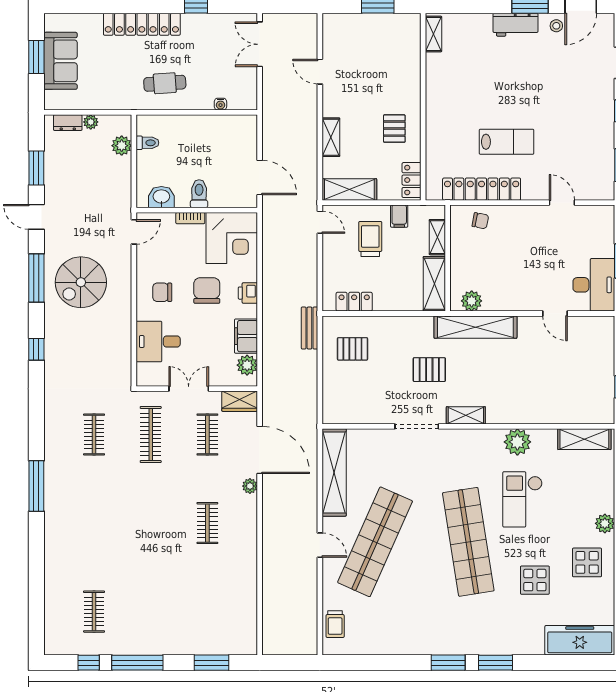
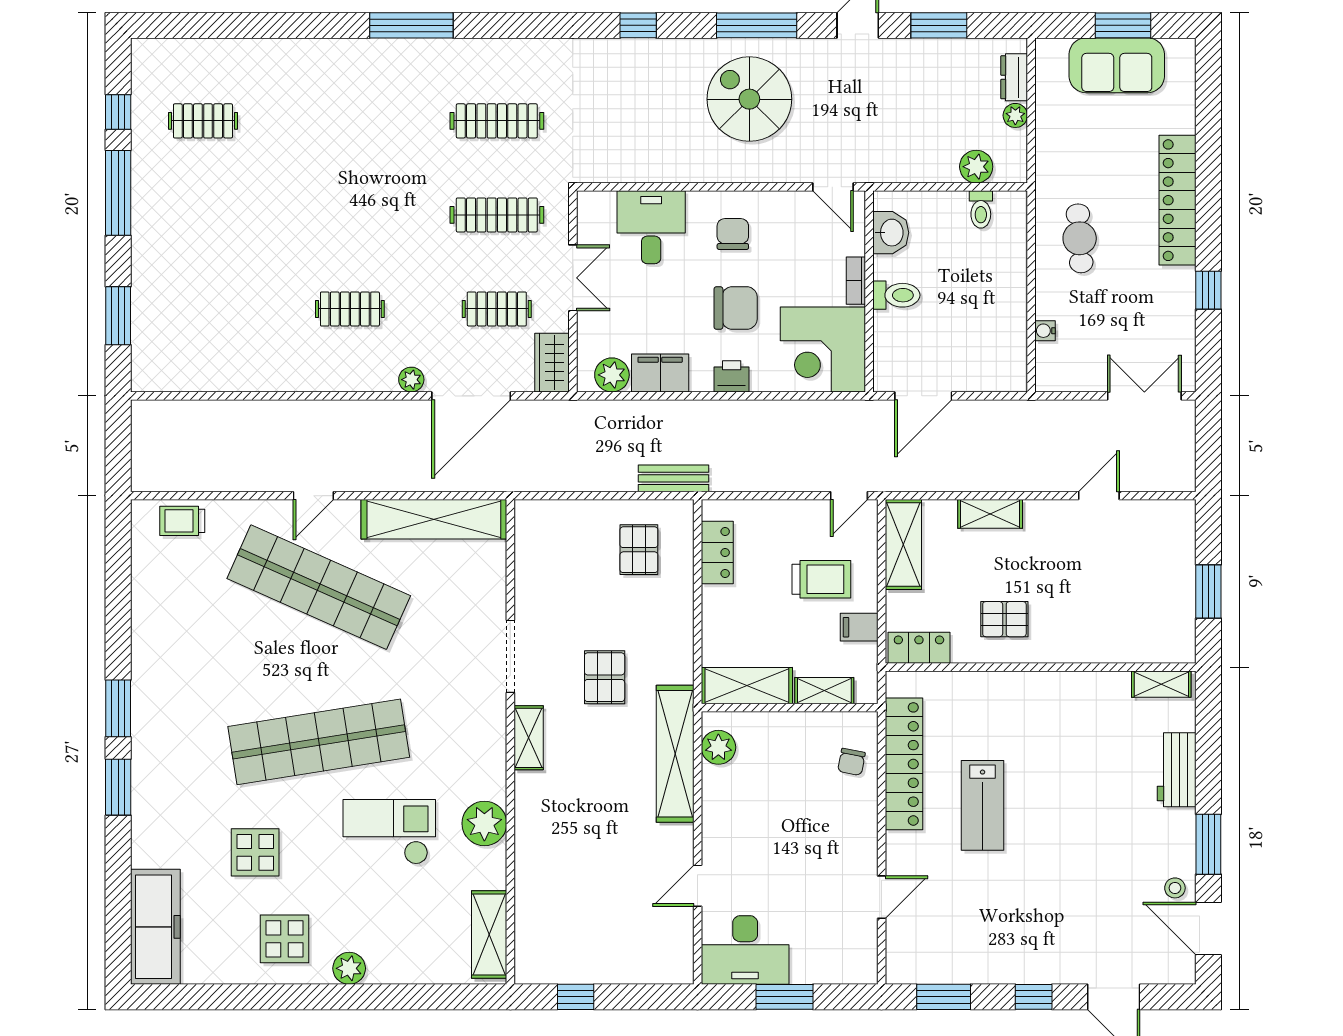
workbench: (515, 25) -> (1177, 770), moved
clothes rail: (94, 435) -> (497, 121), width x1.36

